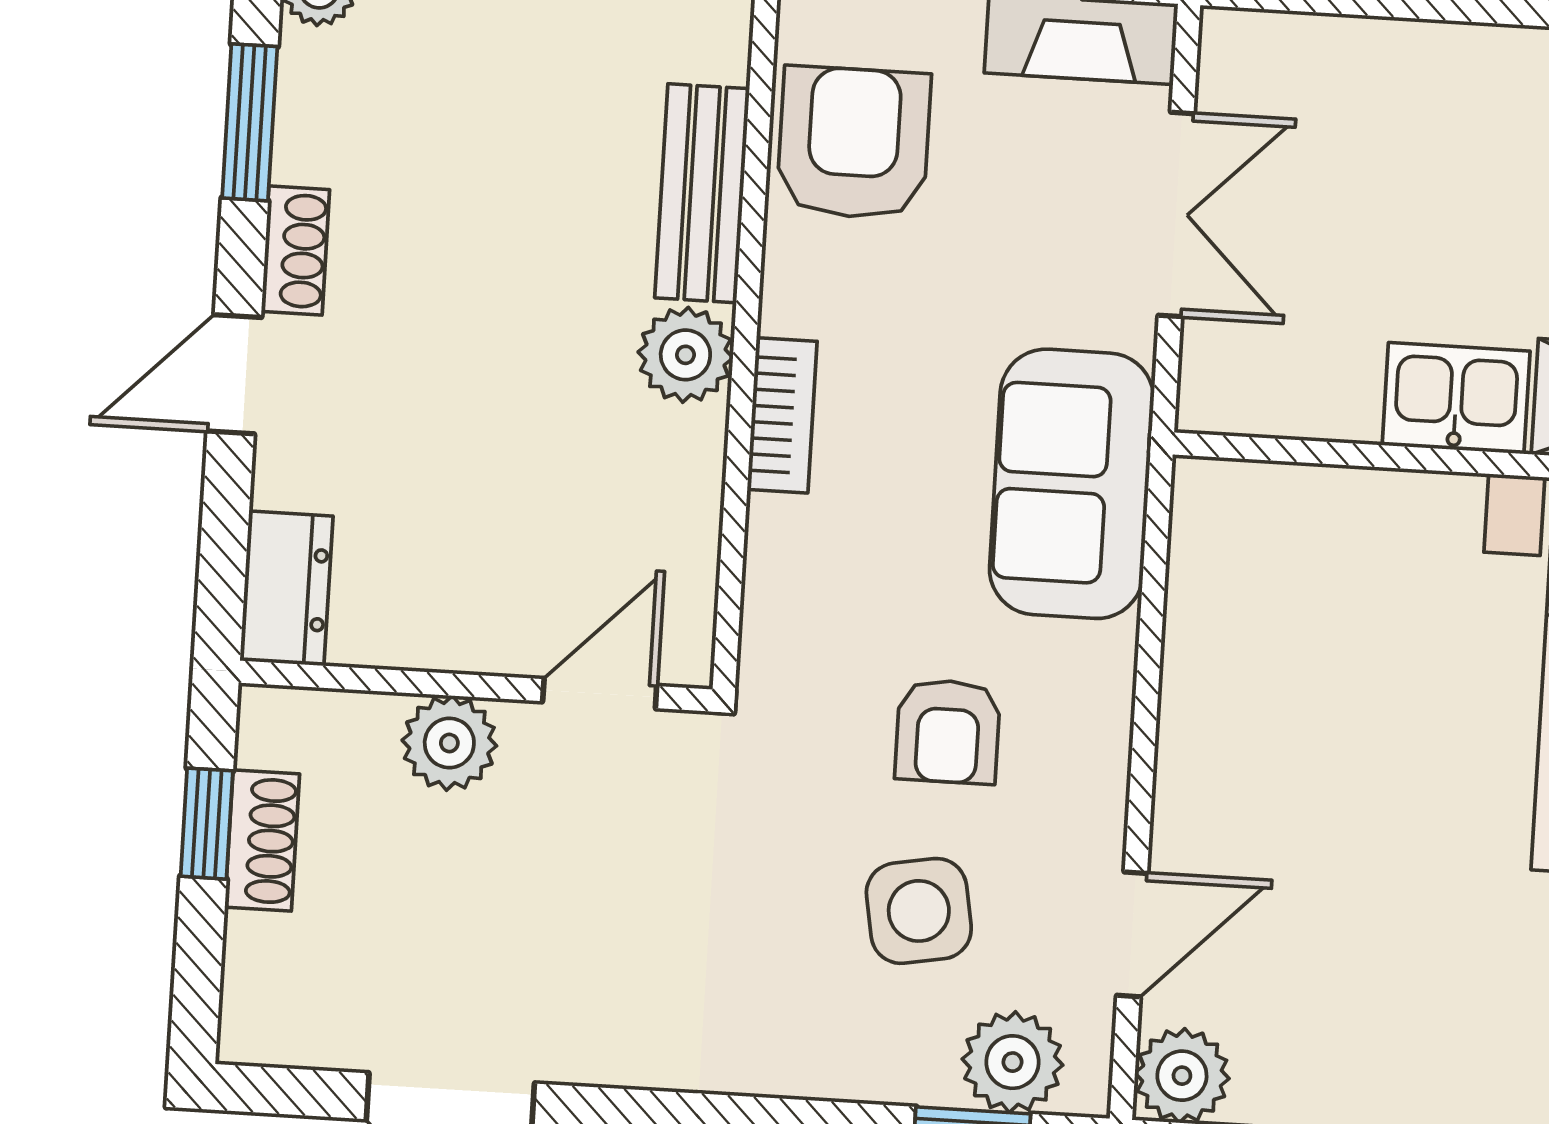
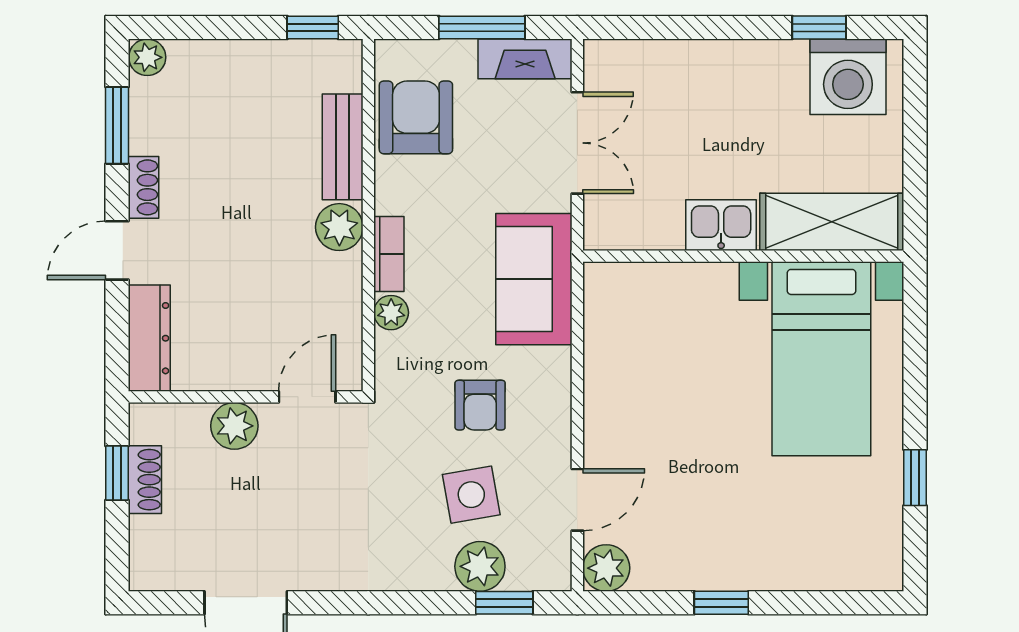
plant: (779, 534) -> (391, 313), added
dresser: (286, 588) -> (149, 338), width x1.44
plant: (1012, 1062) -> (480, 566), moved

